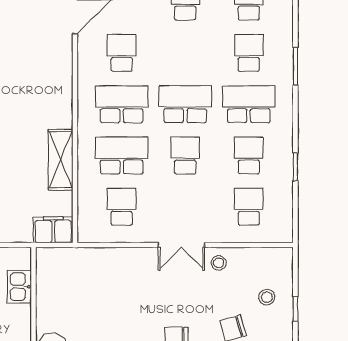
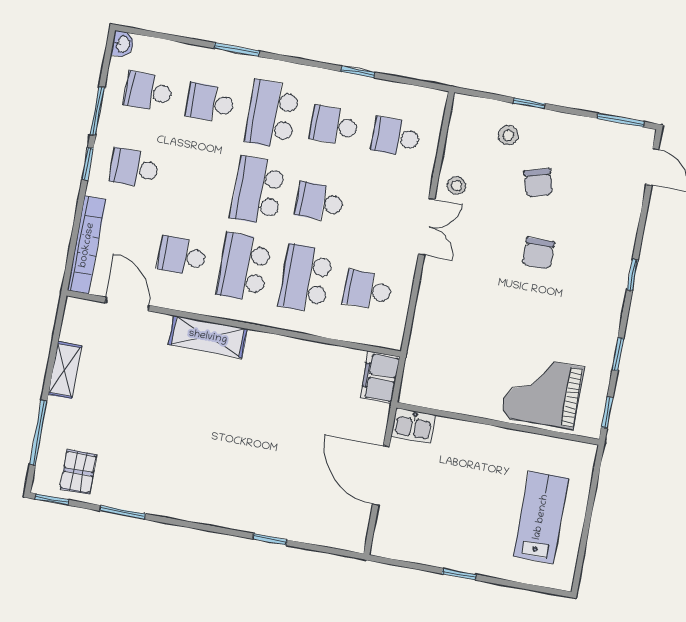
shelving: (61, 160) -> (208, 337), moved
kitchen sink: (19, 287) -> (413, 426), moved

